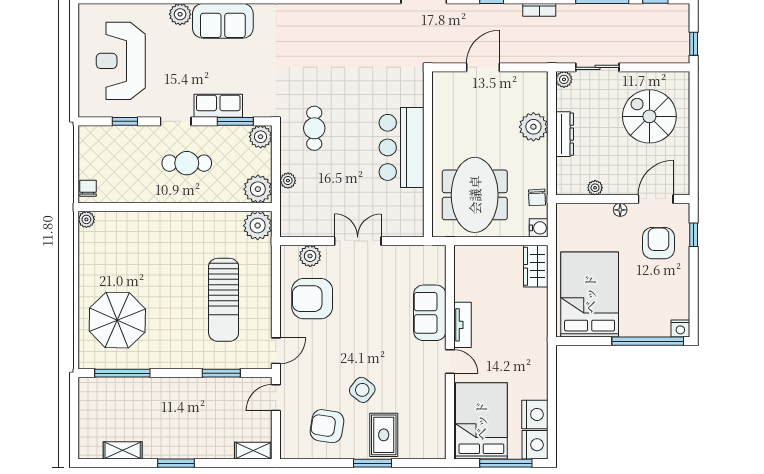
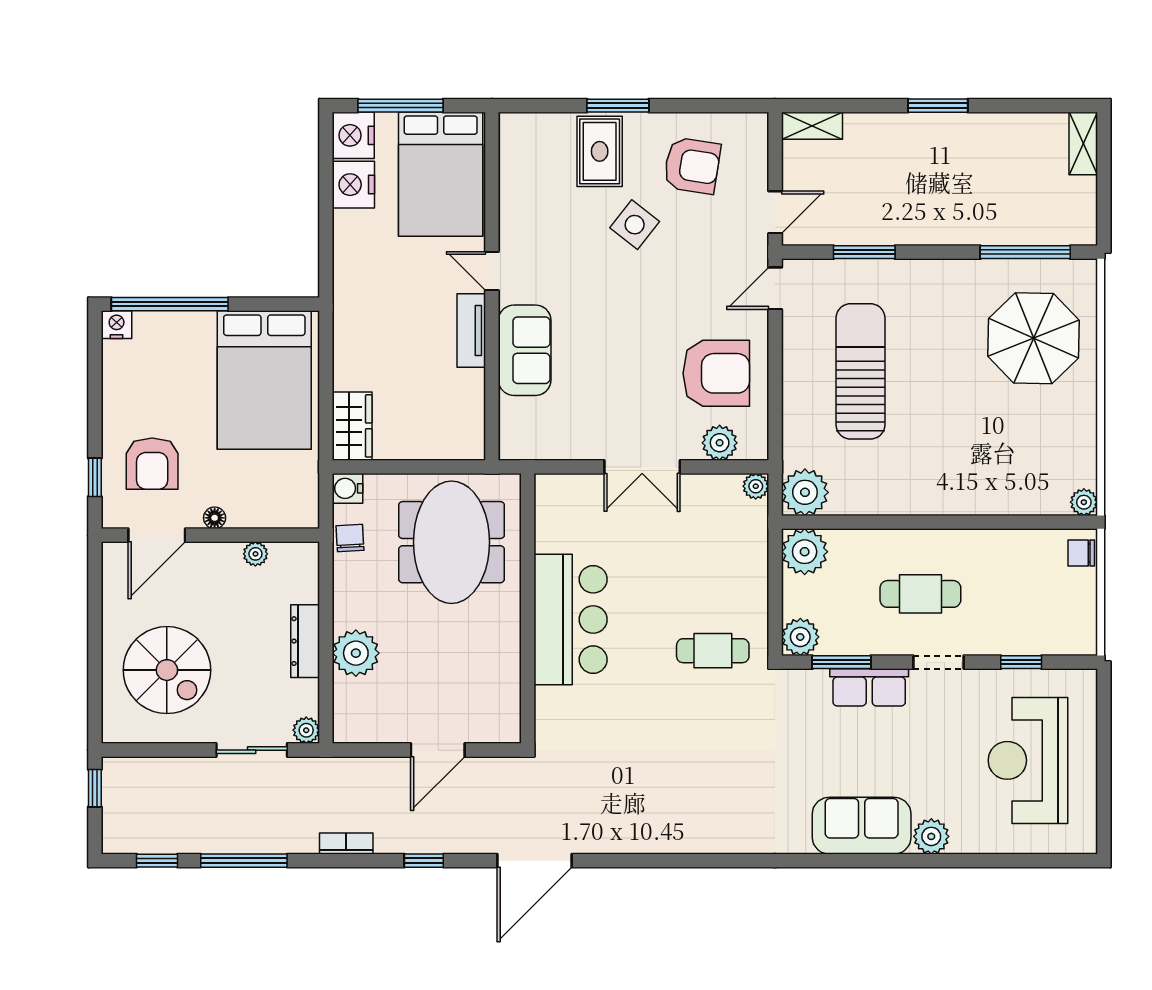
reception desk: (121, 61) -> (1028, 760), turned 180
cafe table: (314, 128) -> (713, 651), turned 90
plant: (288, 181) -> (756, 486), moved
chair: (88, 188) -> (1081, 553), turned 90
shelving: (123, 450) -> (1083, 144), moved, turned 90

